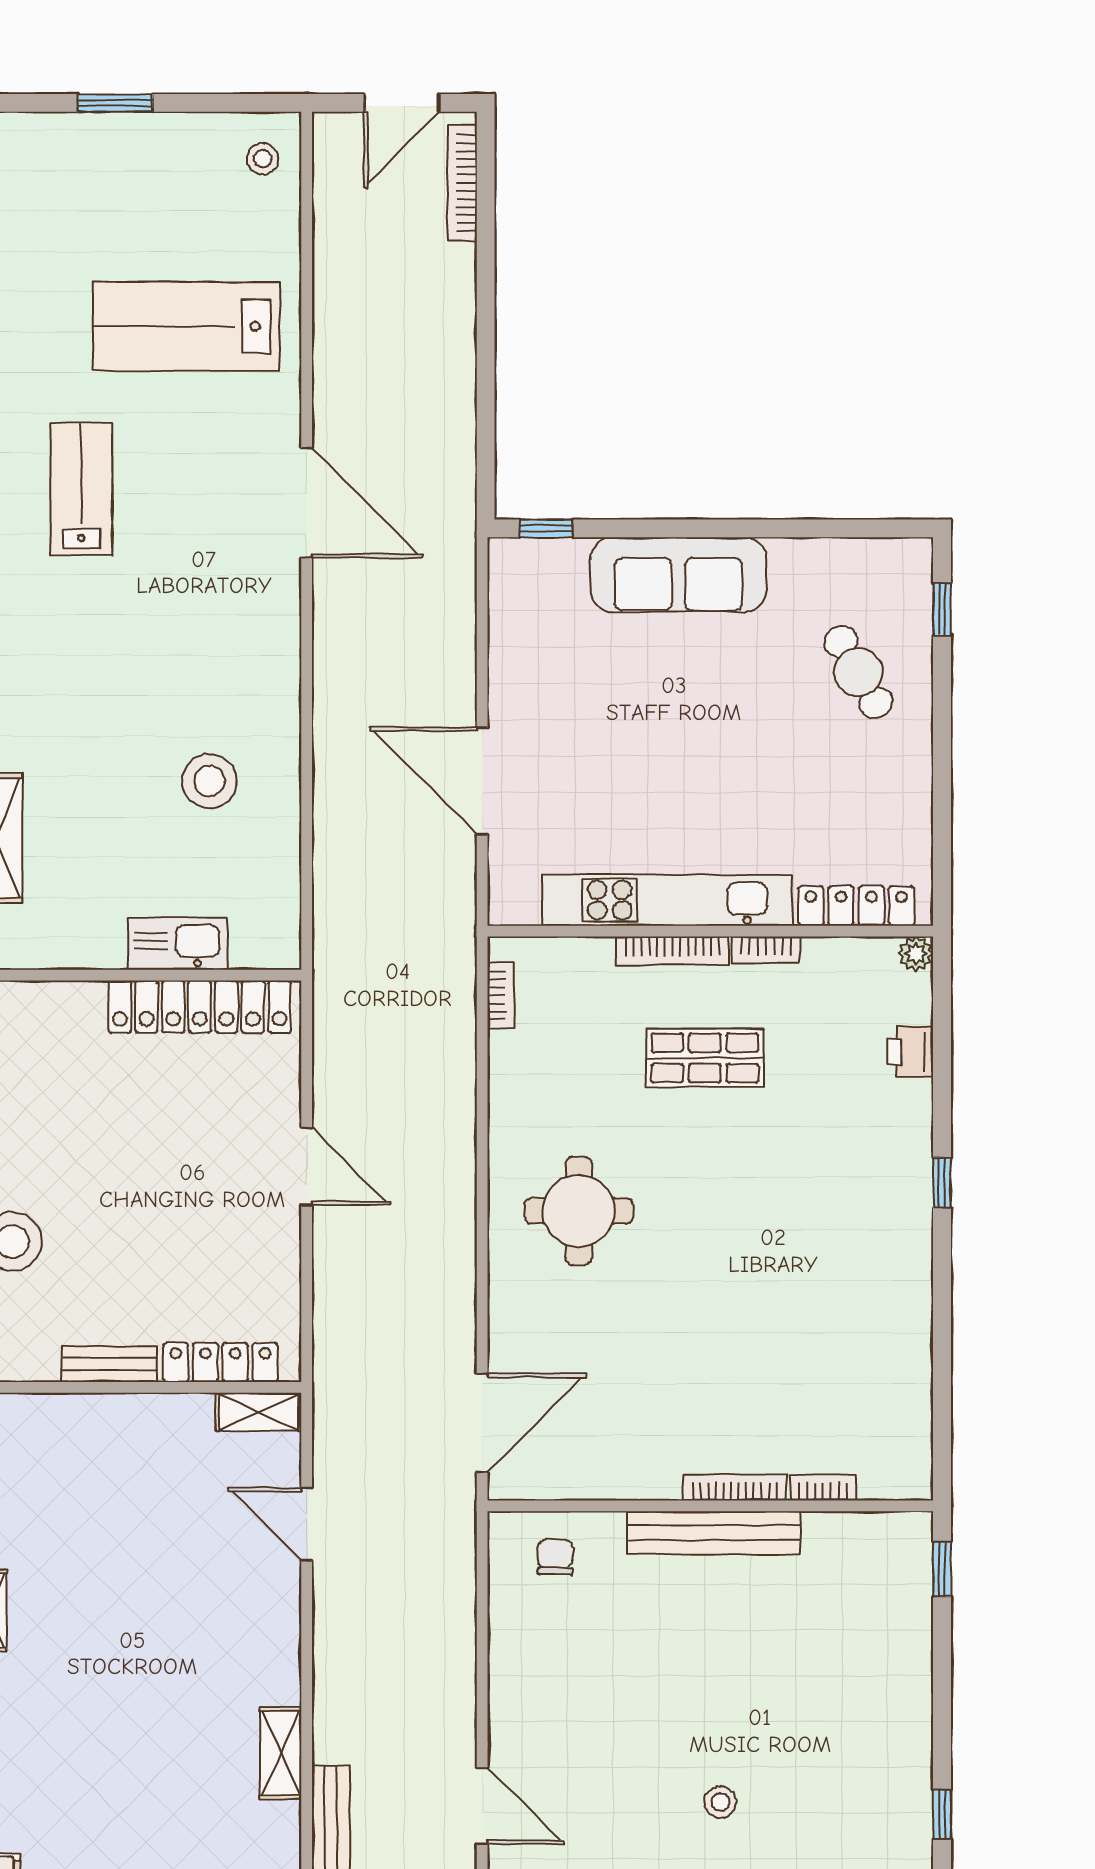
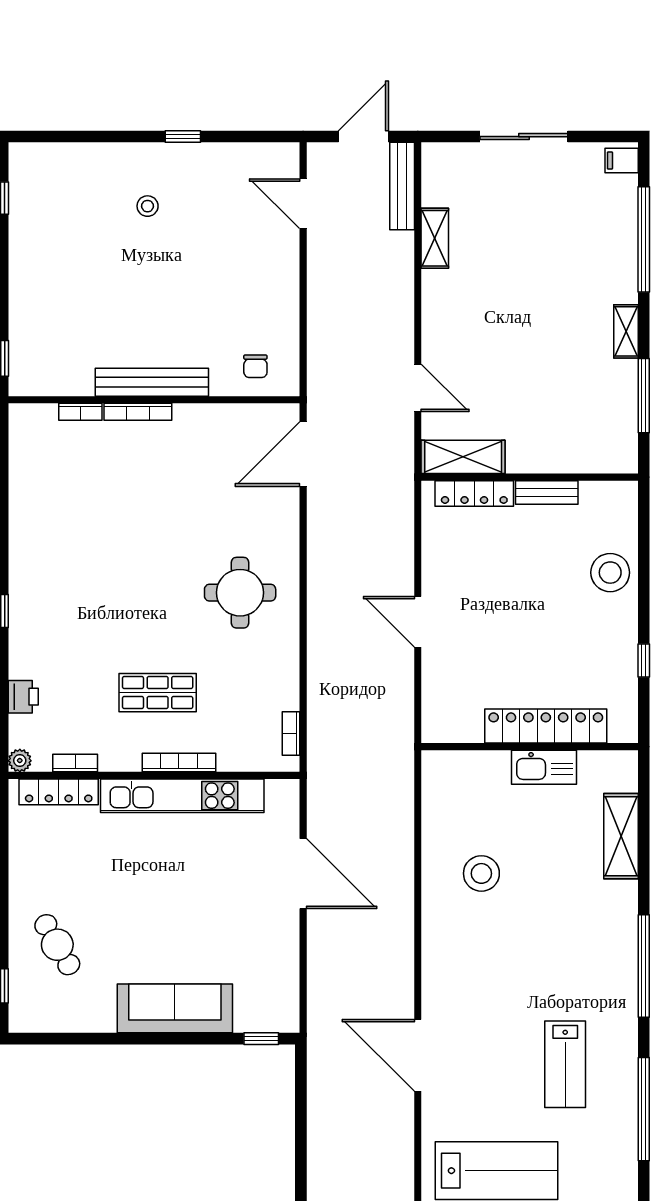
kitchen sink: (178, 944) -> (544, 767), moved
bookcase: (766, 950) -> (75, 763), moved
locker: (200, 1007) -> (546, 726), moved
shelving: (259, 1412) -> (463, 457), width x1.50, depth x1.33

